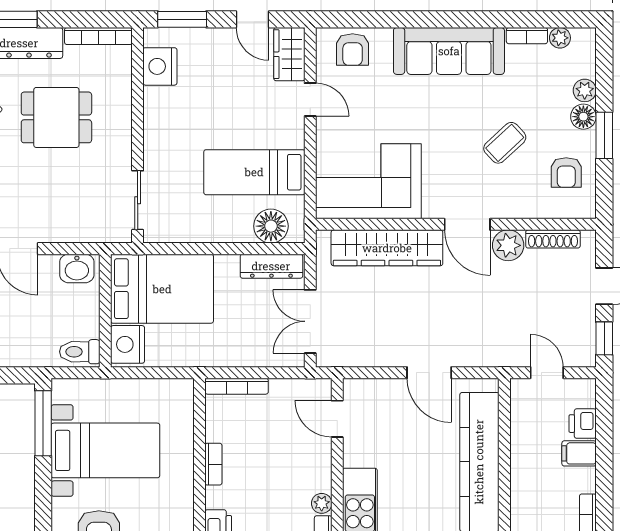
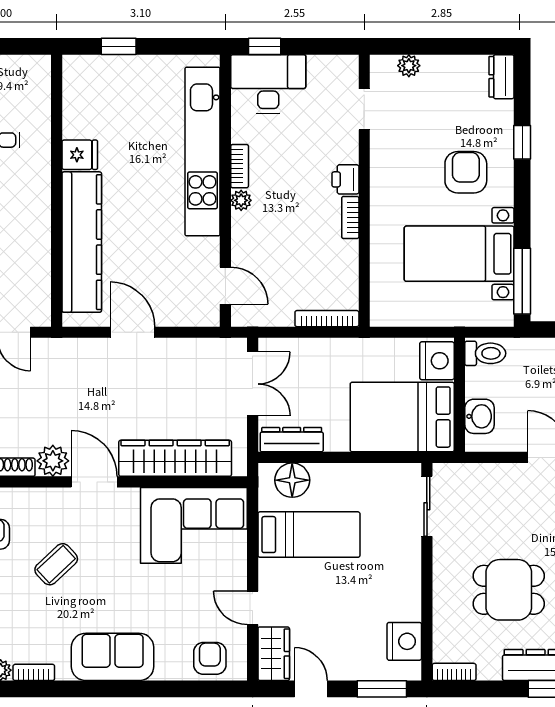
bookcase: (98, 36) -> (454, 672), width x0.64
sofa: (449, 51) -> (113, 657), width x0.73
washbasin: (77, 268) -> (480, 416), moved, turned 90
bookcase: (213, 464) -> (350, 217), moved

